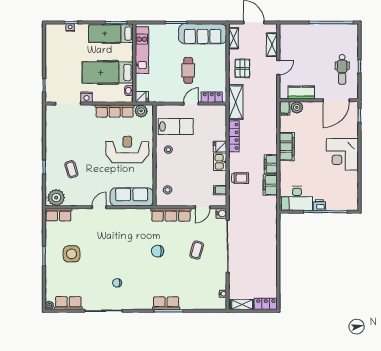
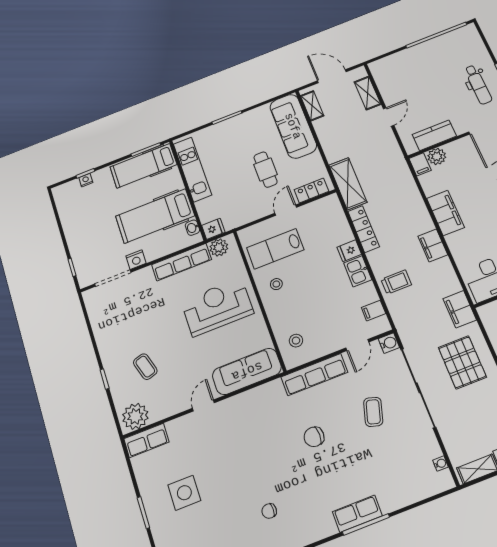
sofa: (203, 34) -> (293, 126), moved, turned 90
pallet: (242, 68) -> (462, 362), moved, width x1.50, depth x1.42
lab bench: (176, 126) -> (275, 249), turned 180
filing cabinet: (270, 185) -> (460, 309), moved

